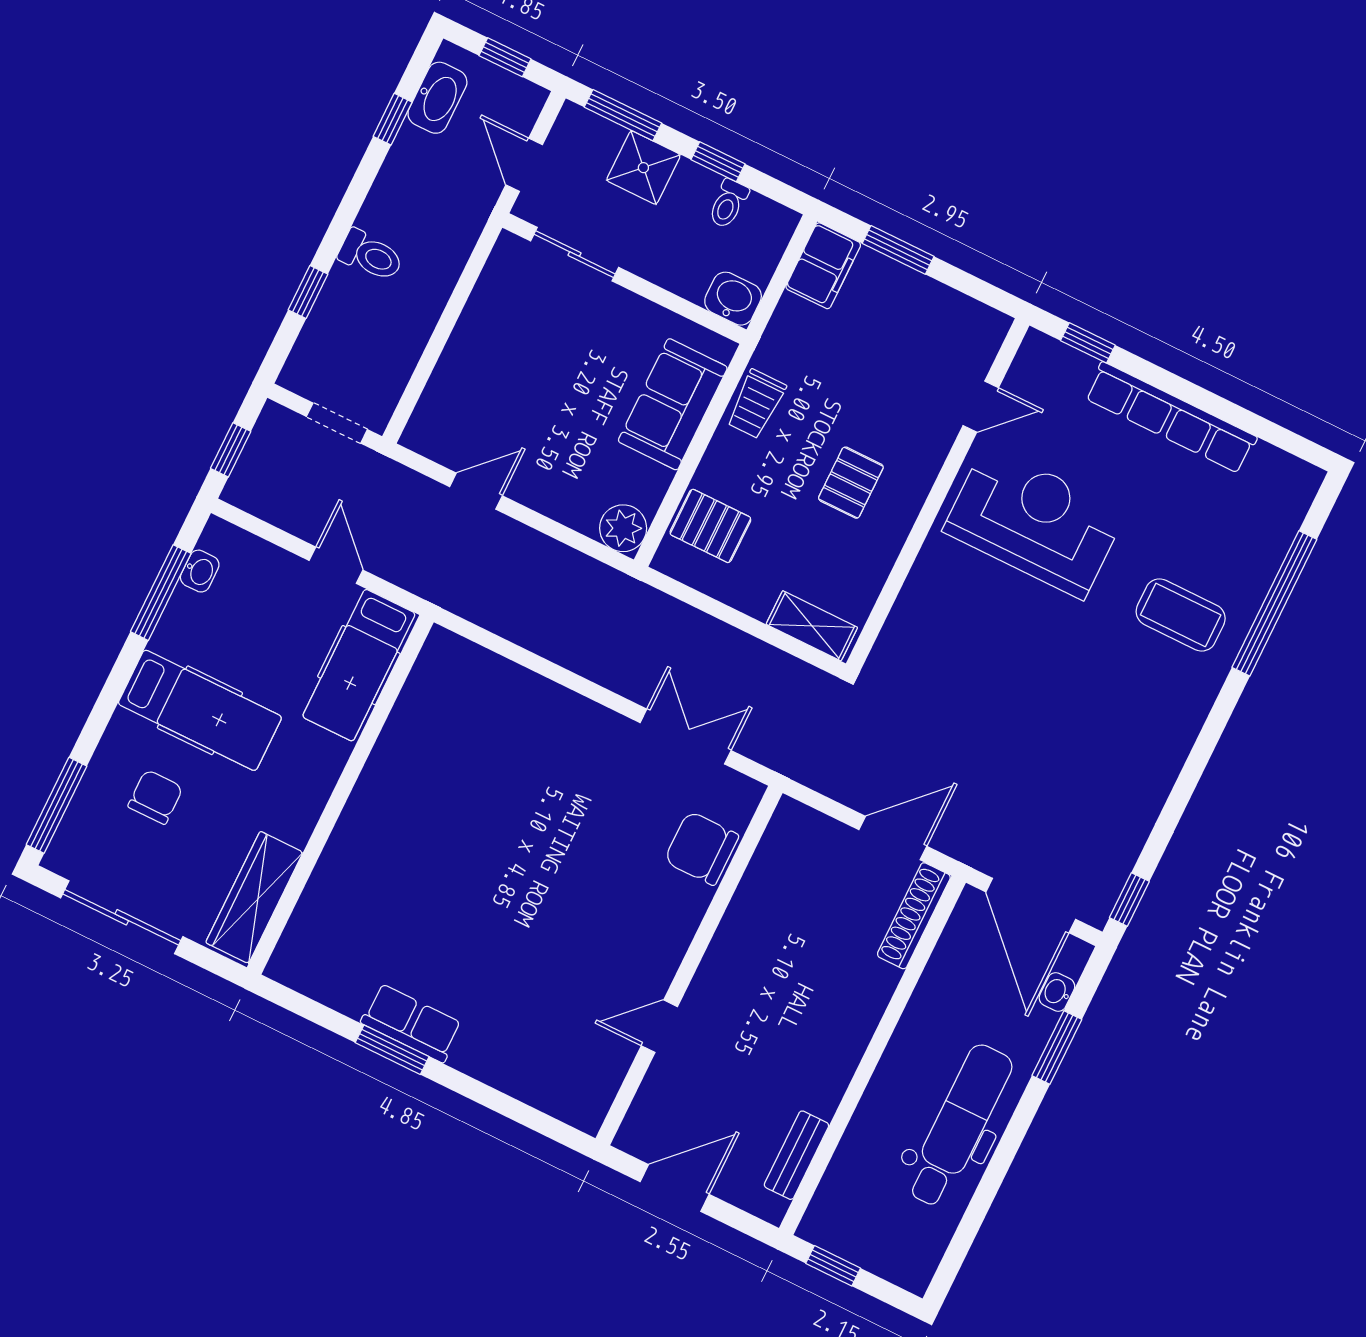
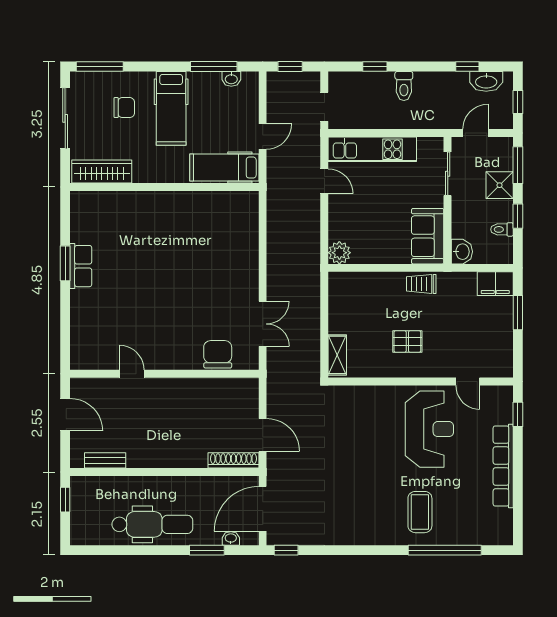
kitchen unit: (460, 372) -> (372, 149), added
sofa: (673, 404) -> (428, 236), moved, turned -90
pallet: (710, 526) -> (359, 290), removed

